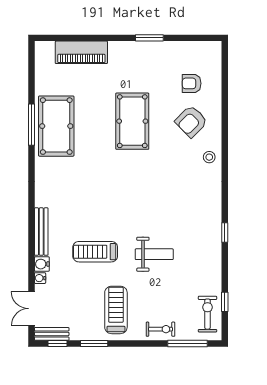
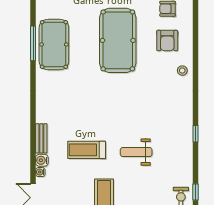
pool table: (132, 121) -> (118, 40), width x1.36, depth x1.32
armchair: (191, 121) -> (167, 41), turned -45
bench: (41, 232) -> (41, 138), width x0.73
weight bench: (154, 254) -> (136, 152), turned 180

